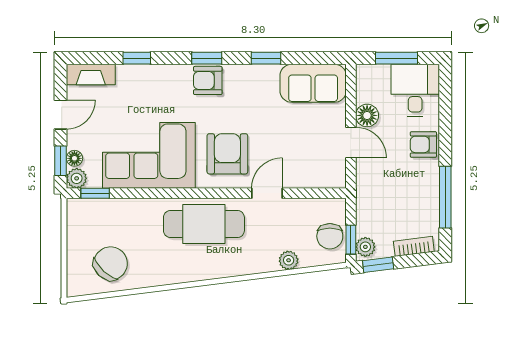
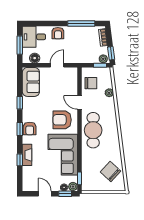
fireplace: (91, 75) -> (27, 155), moved
floor lamp: (367, 115) -> (35, 58), moved
chair: (330, 236) -> (91, 83), moved

